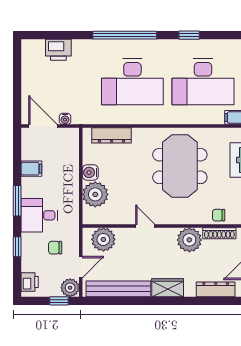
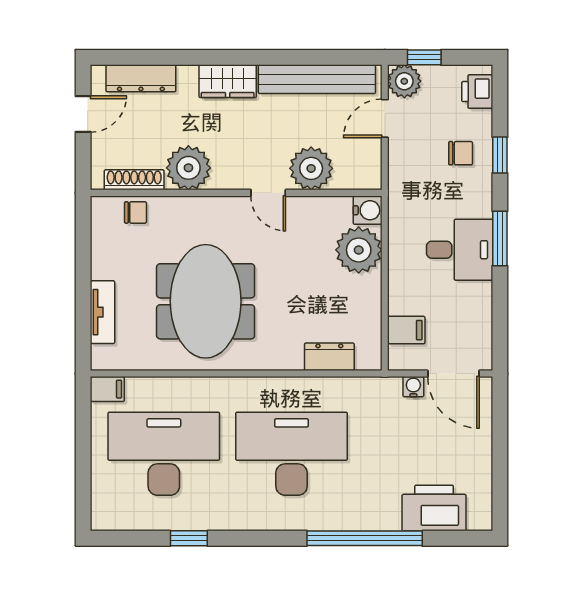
window: (125, 35) -> (365, 538), moved
printer: (58, 50) -> (434, 508), width x1.37, depth x1.19
dresser: (111, 135) -> (329, 357), width x0.70
filing cabinet: (31, 169) -> (406, 330), moved, turned 180
water cooler: (90, 172) -> (368, 210), moved
desk: (39, 215) -> (460, 250), moved
plant: (103, 239) -> (311, 168), moved
chair: (55, 248) -> (461, 153), moved

